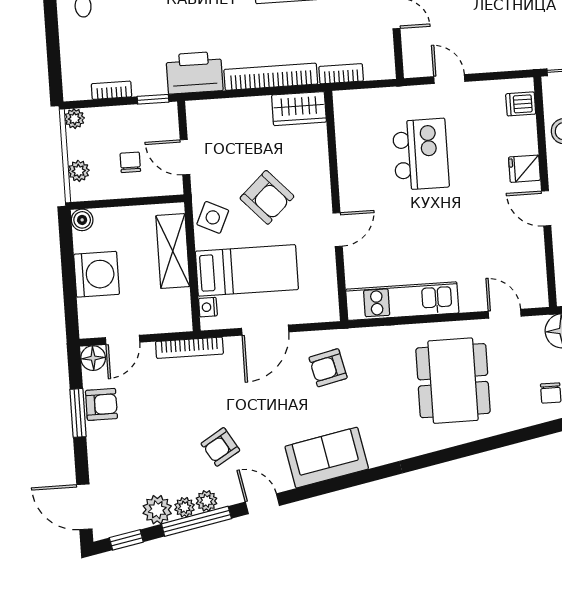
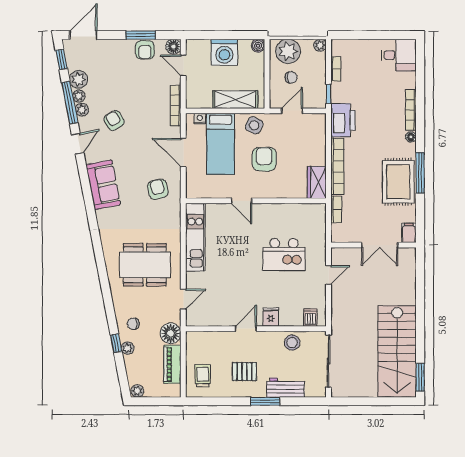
plant: (79, 171) -> (288, 51), width x1.88, depth x1.88
armchair: (267, 197) -> (264, 159), turned 133

